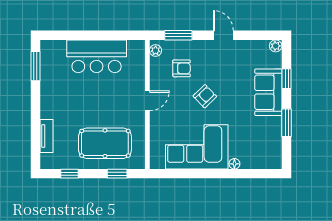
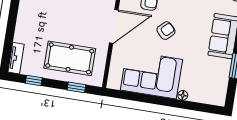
door: (147, 101) -> (114, 26), width x1.88
tv unit: (46, 136) -> (16, 58), moved

